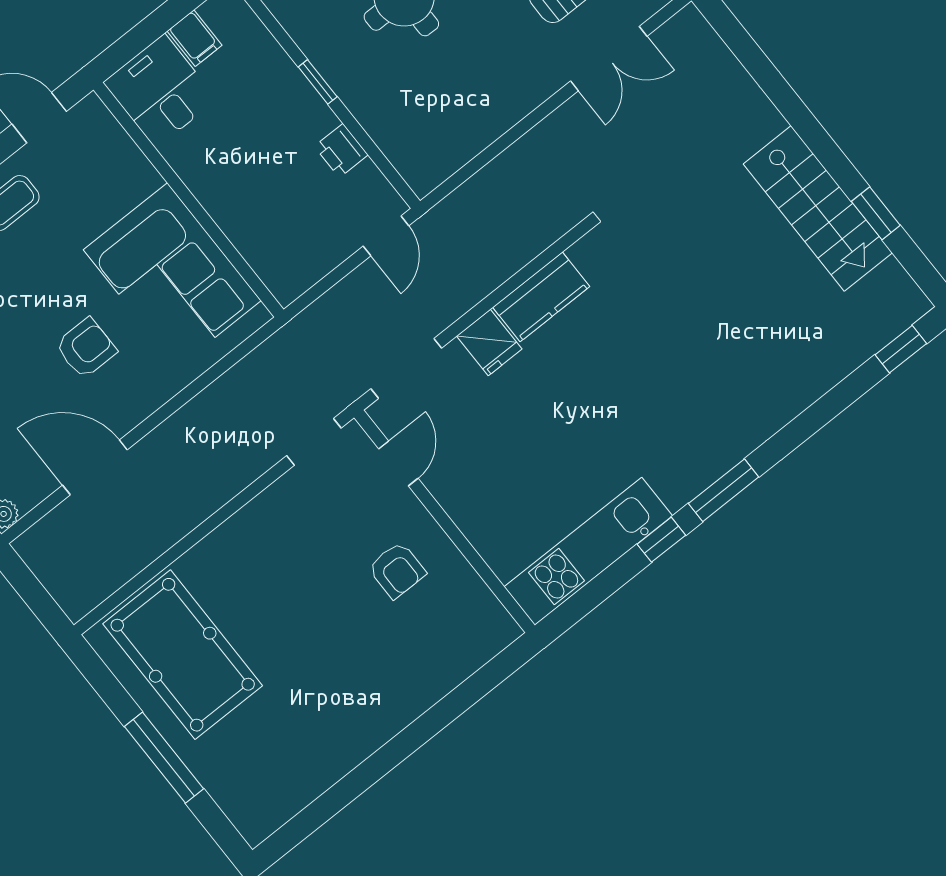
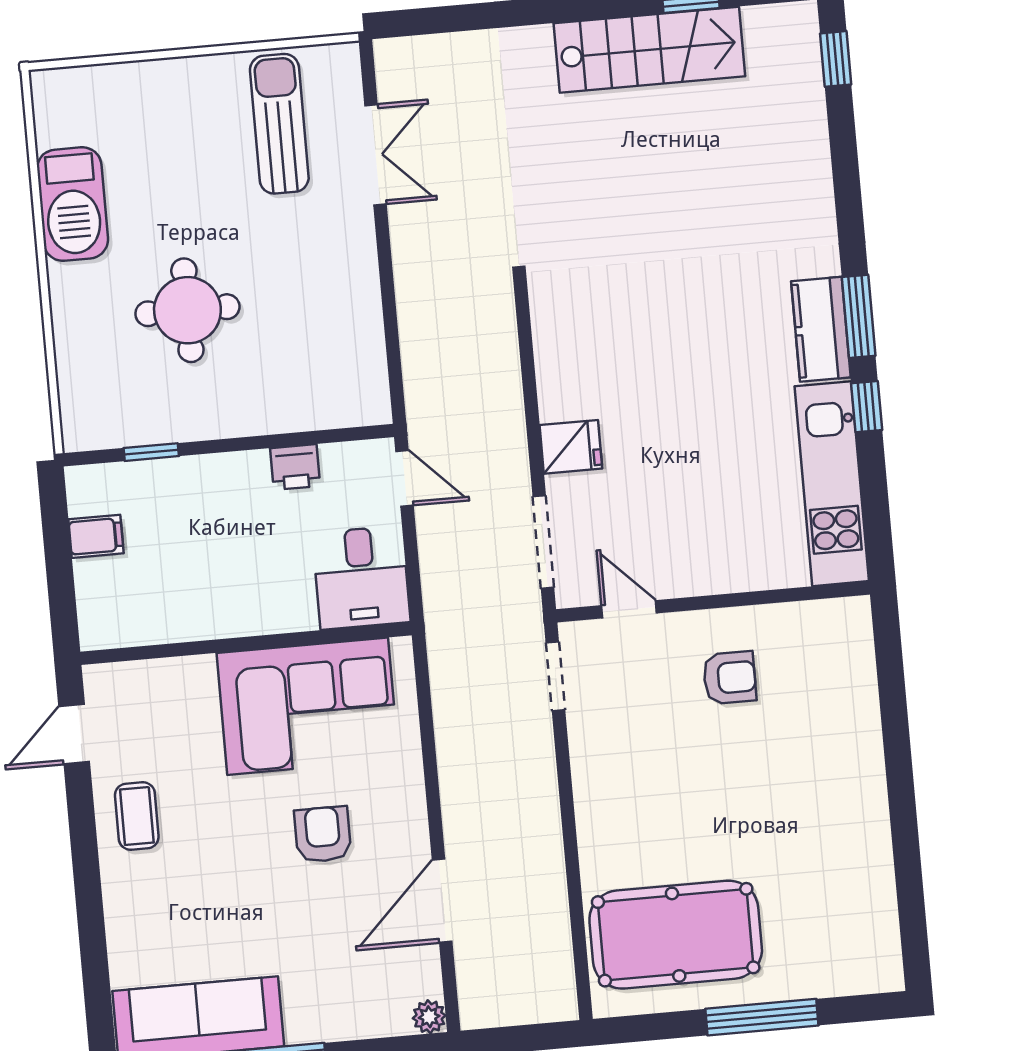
window: (318, 82) -> (151, 452), moved
desk: (160, 91) -> (361, 578), moved, turned -90
kitchen counter: (541, 297) -> (821, 329), moved, turned 180

